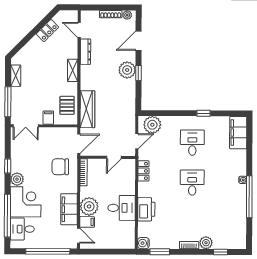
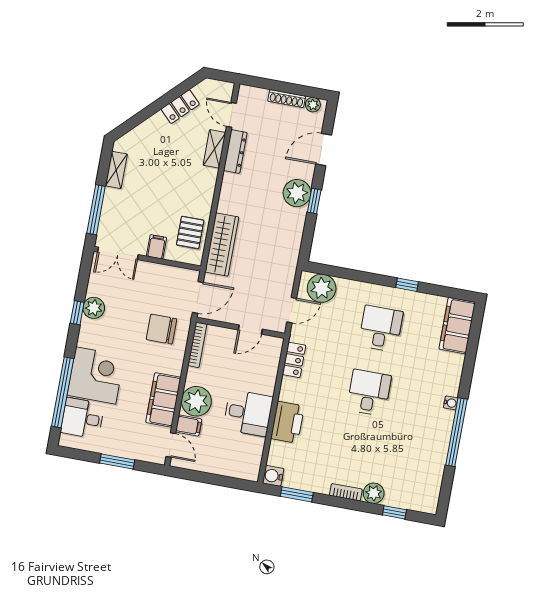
shelving: (73, 70) -> (214, 149), moved
plant: (17, 179) -> (94, 308), moved
window: (48, 251) -> (117, 461), width x0.47

